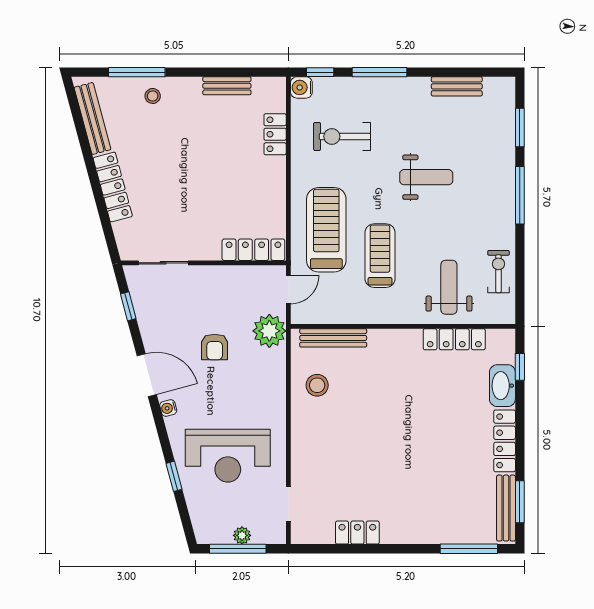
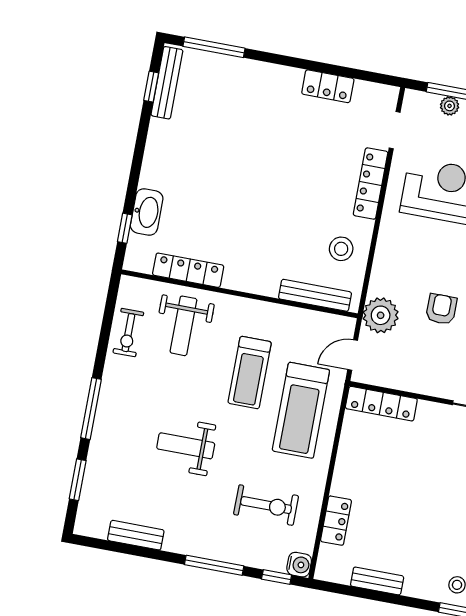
locker: (505, 441) -> (371, 184), moved, turned 180
window: (520, 502) -> (151, 87), width x0.67

